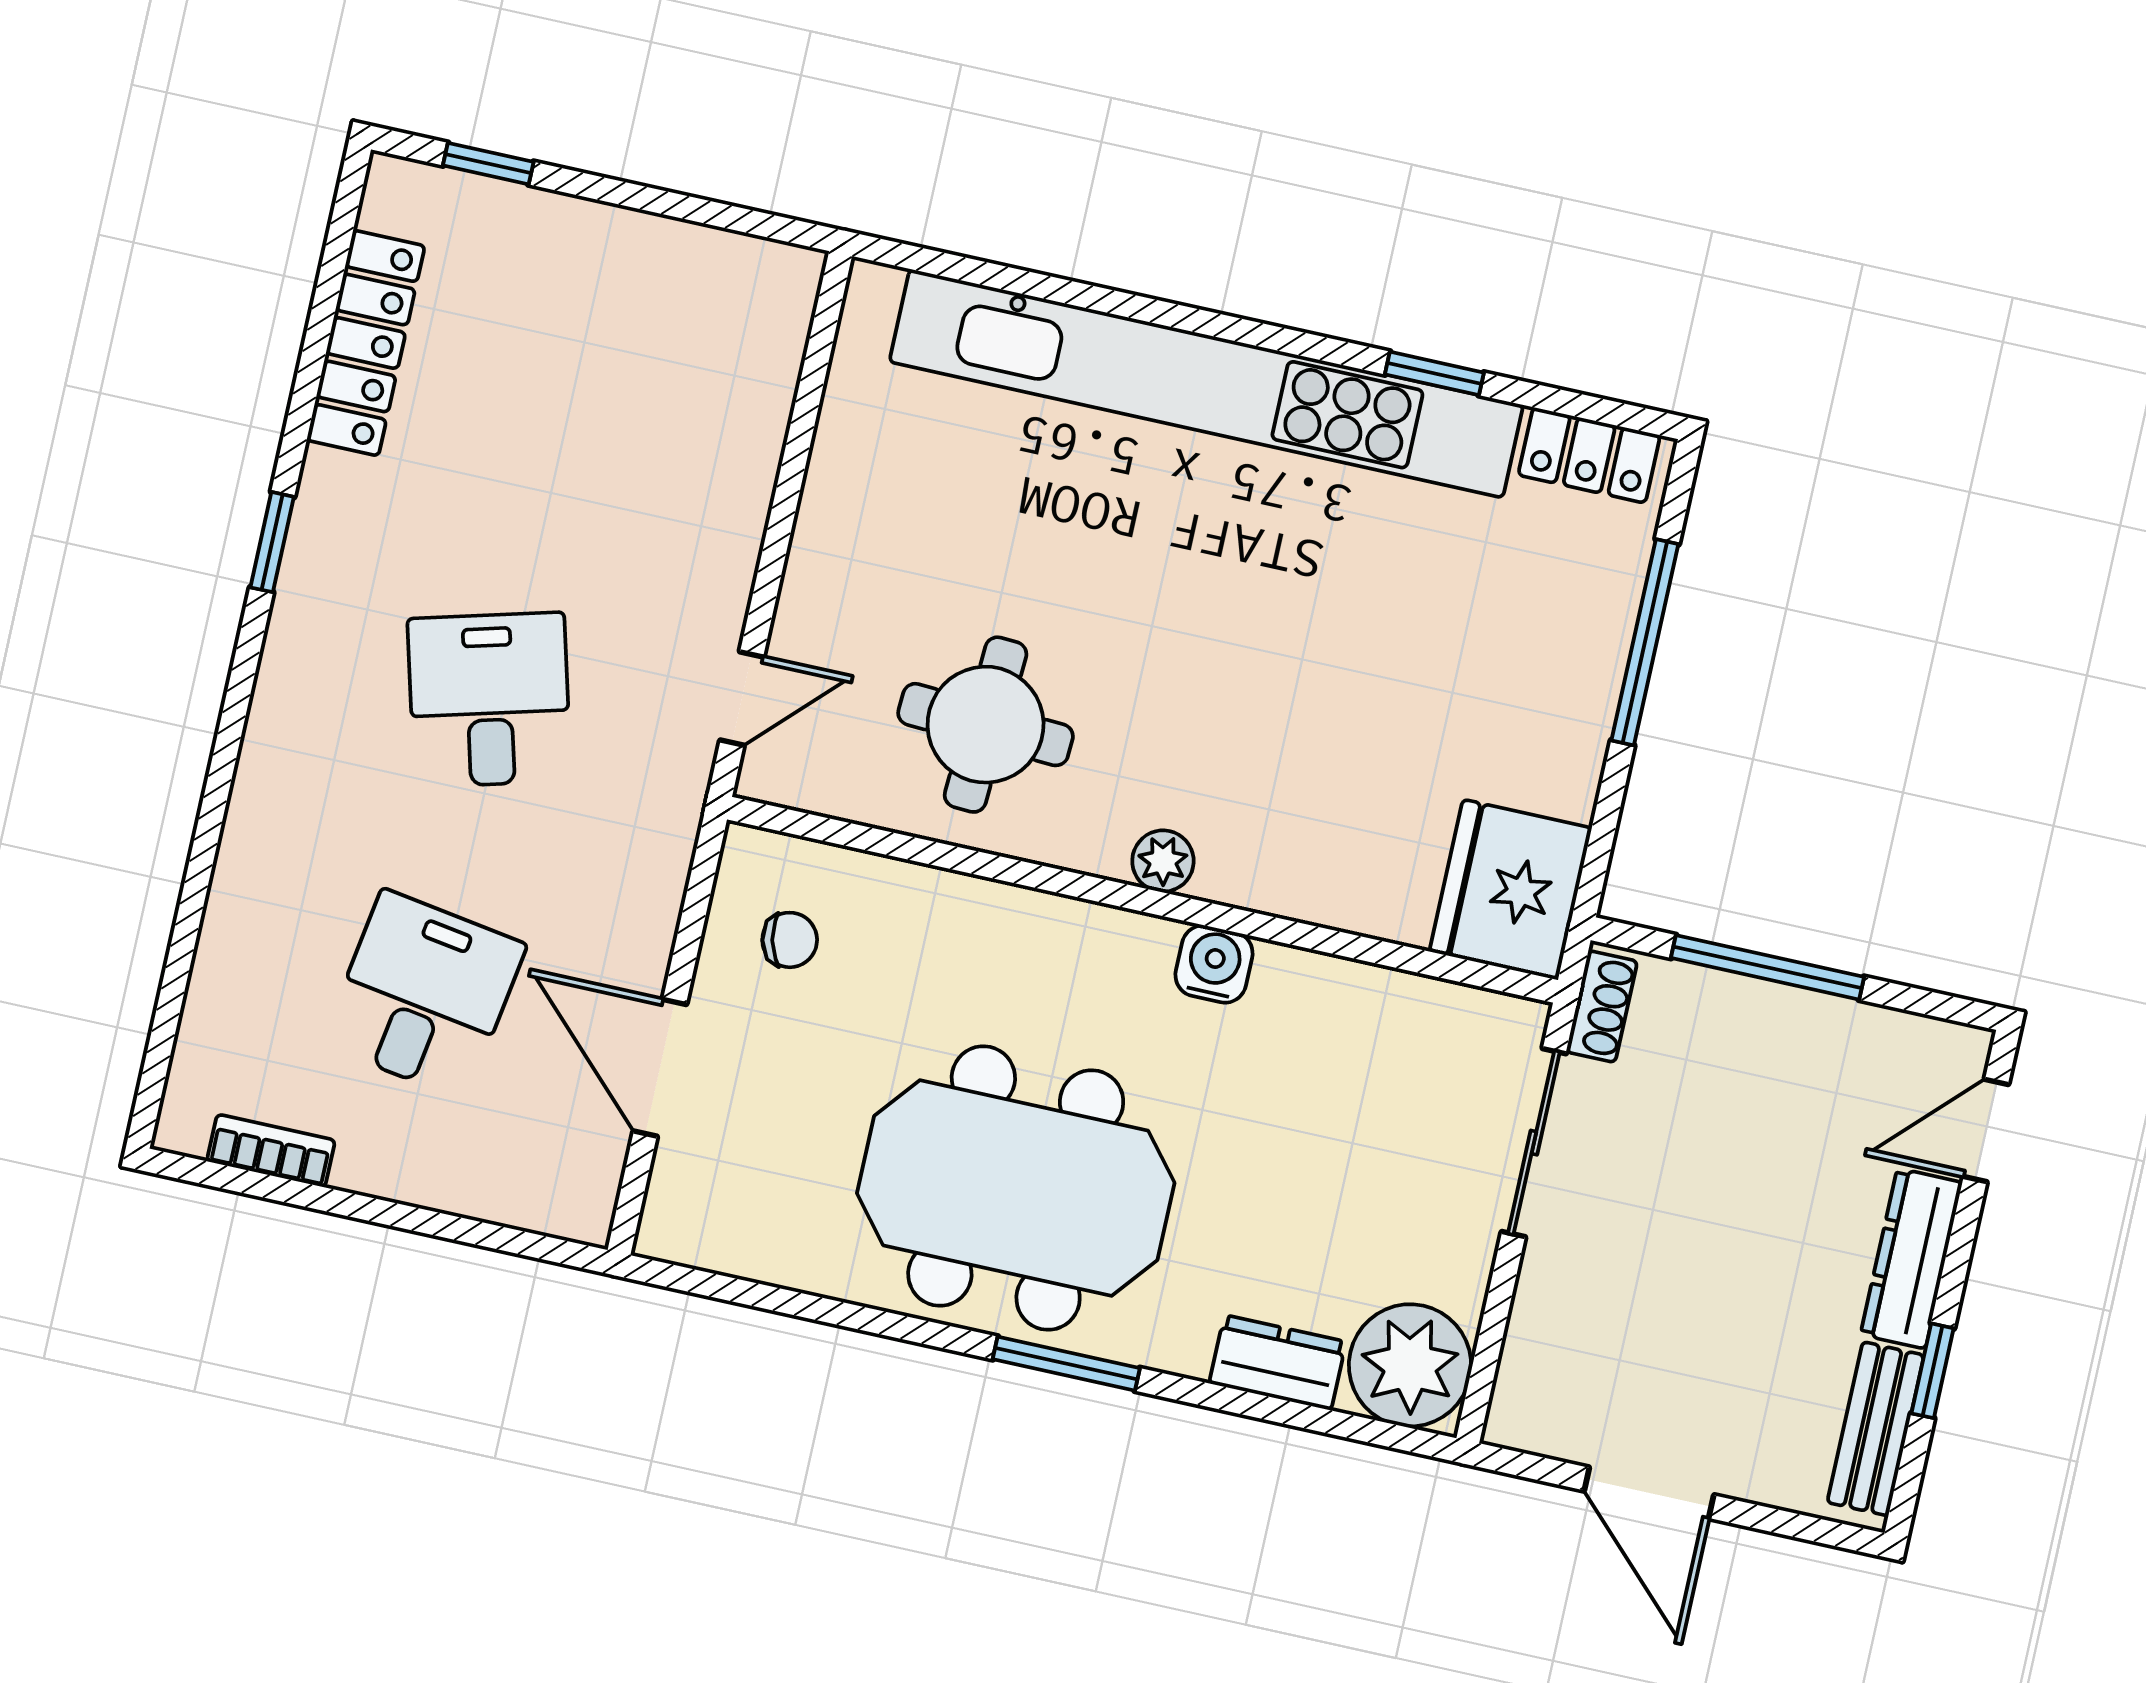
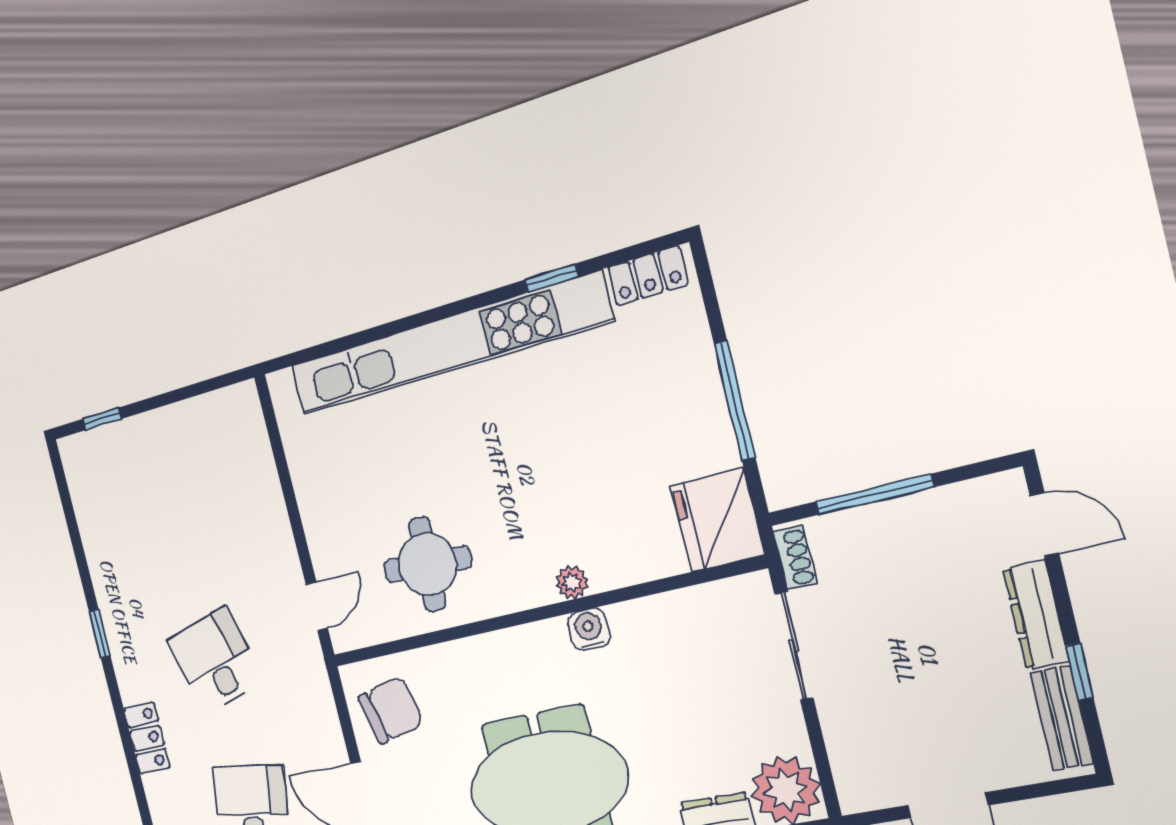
locker: (366, 343) -> (147, 738), moved, width x0.66
window: (1645, 642) -> (735, 401), moved
plant: (1163, 861) -> (572, 582), moved
chair: (790, 940) -> (391, 710), width x1.87, depth x1.87
door: (1986, 1131) -> (1044, 525), swing flipped

